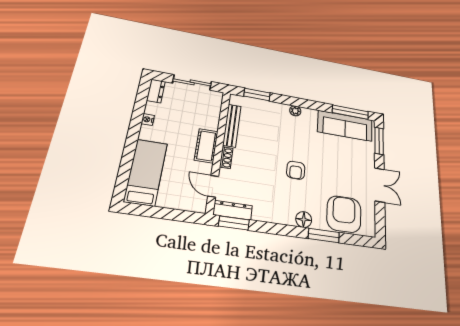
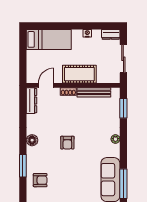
cot: (206, 146) -> (79, 74), width x1.37, depth x1.34
armchair: (296, 170) -> (67, 143), turned -90
armchair: (344, 214) -> (40, 180), width x0.53, depth x0.53
floor lamp: (304, 219) -> (32, 140), moved
window: (234, 223) -> (23, 103), removed

